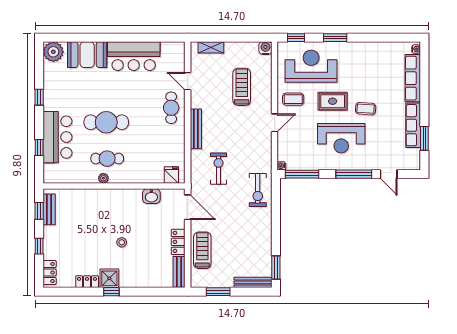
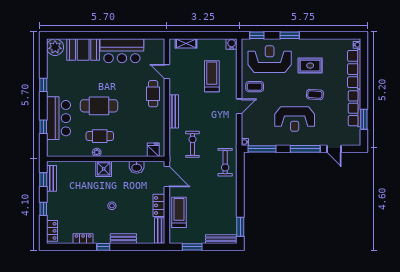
rug: (333, 101) -> (310, 66), moved
shower: (109, 278) -> (104, 169), moved
bench: (135, 282) -> (123, 239), added

